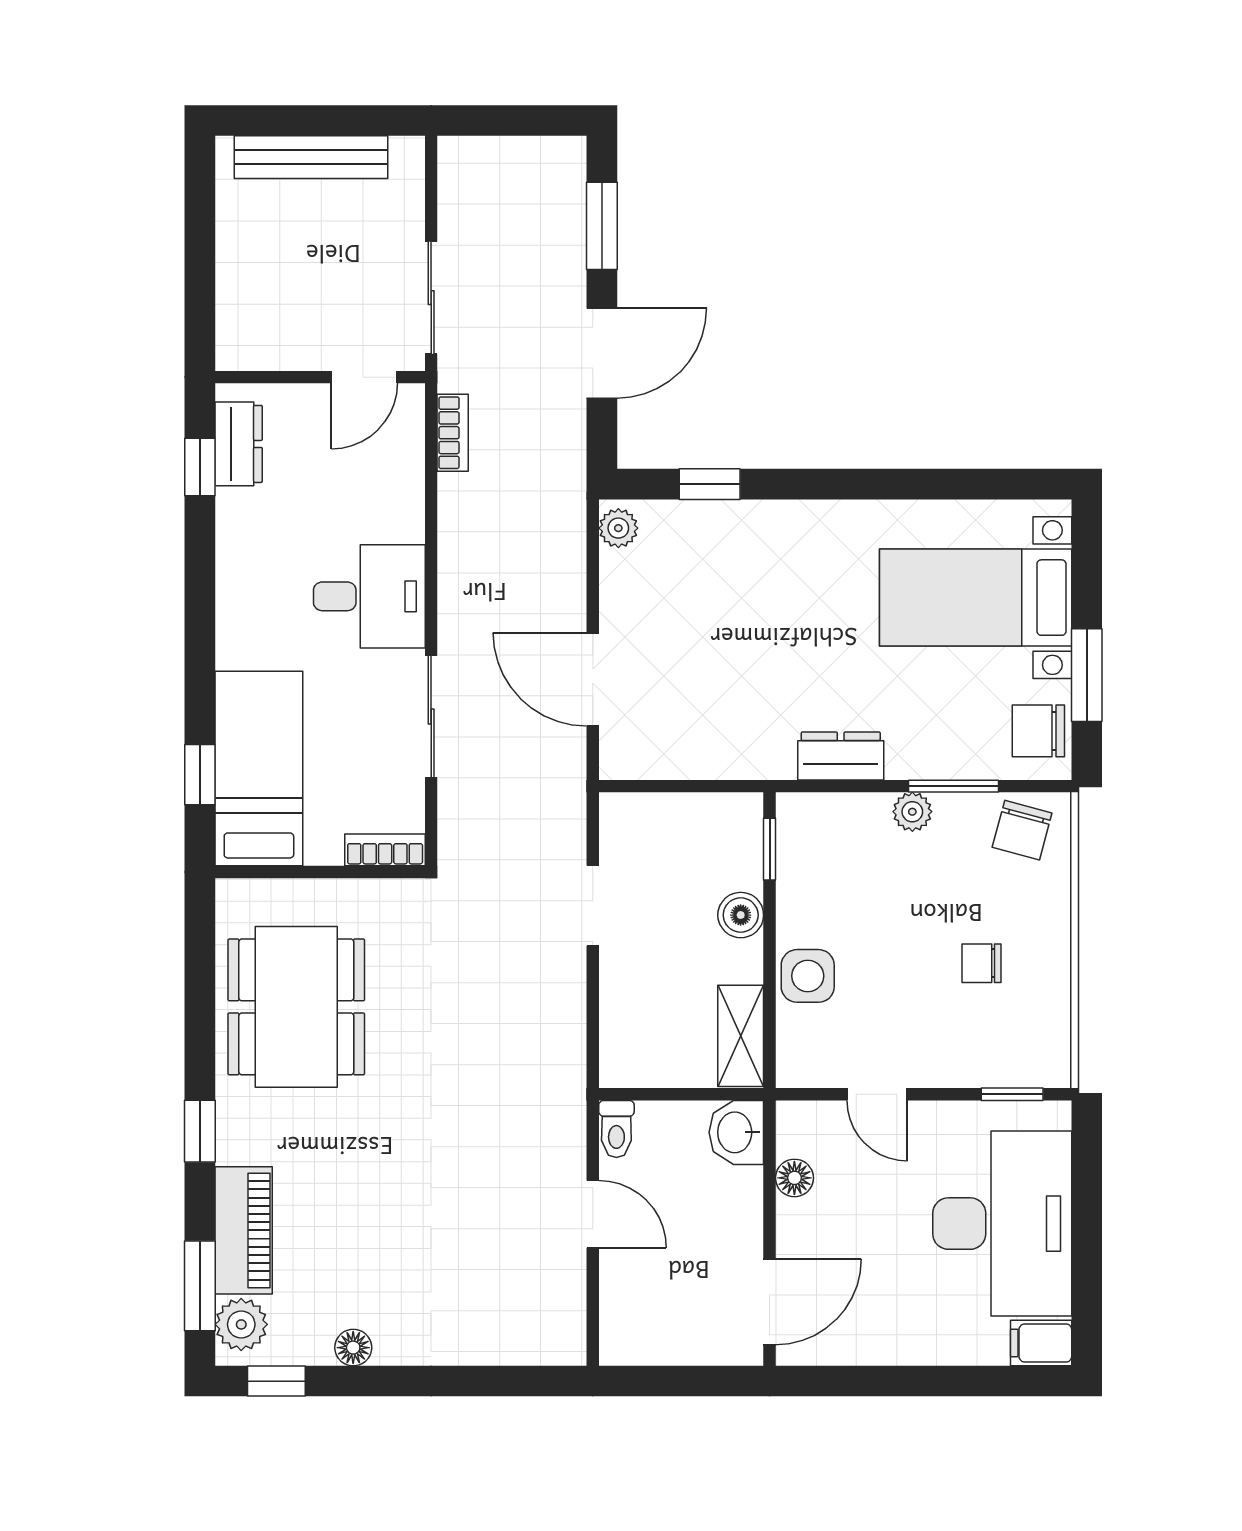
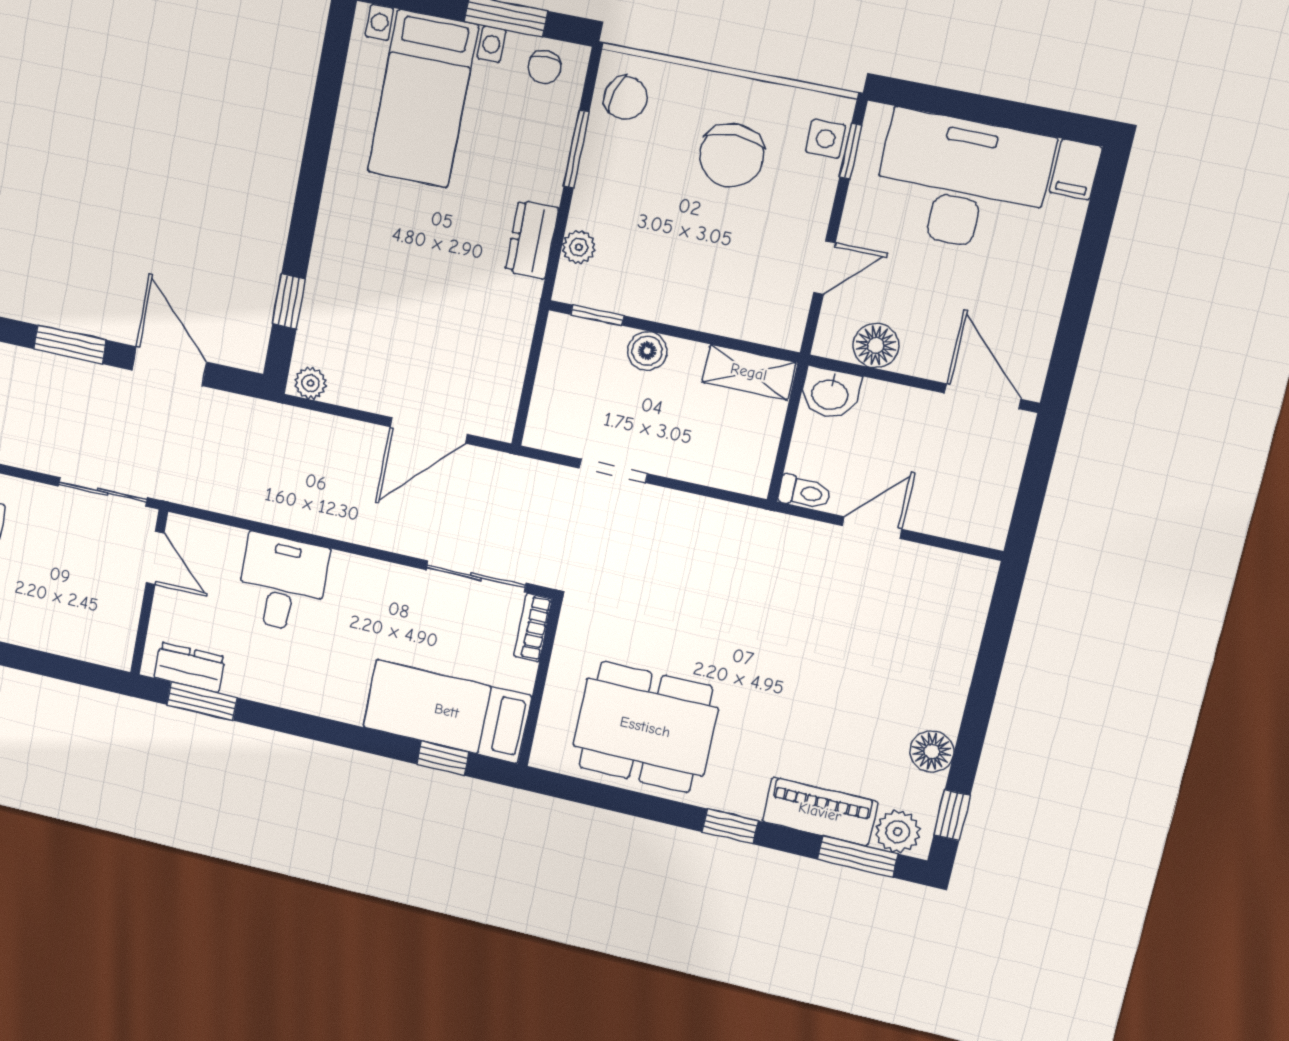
bookcase: (453, 433) -> (211, 499), removed
window: (200, 467) -> (202, 701), width x1.50
desk: (369, 596) -> (282, 583), moved
sliding door: (431, 717) -> (476, 576), moved
chair: (1038, 731) -> (545, 67), width x0.73, depth x0.73
plant: (912, 812) -> (579, 247), moved
chair: (981, 963) -> (732, 155), width x1.87, depth x1.87
side table: (808, 976) -> (826, 139), moved, width x0.73, depth x0.73
floor lamp: (794, 1178) -> (876, 346), width x1.37, depth x1.37
floor lamp: (353, 1348) -> (932, 751), width x1.37, depth x1.37

